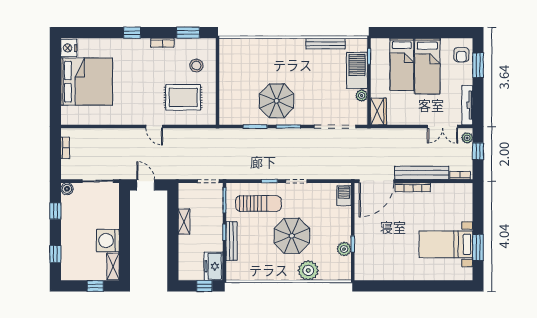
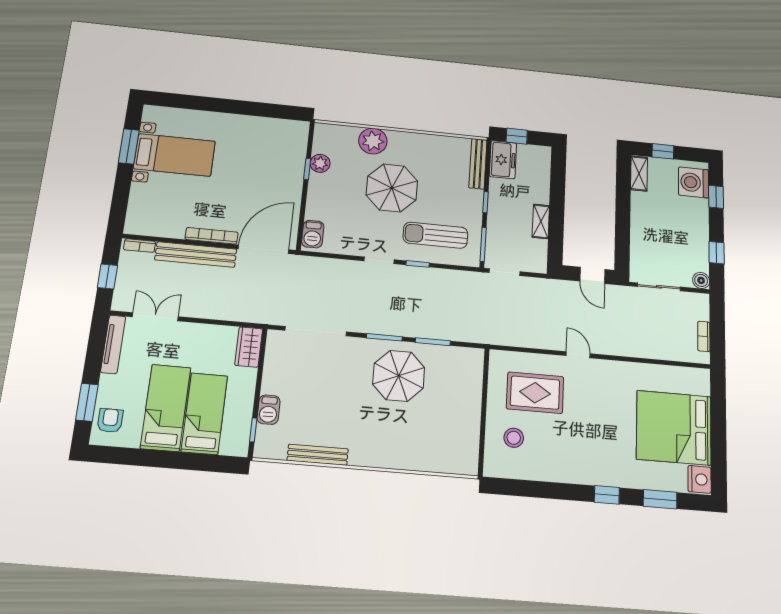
window: (188, 33) -> (660, 499), moved
bookcase: (162, 43) -> (563, 476), removed
barbecue: (357, 70) -> (269, 410), width x0.53, depth x0.65
plant: (362, 95) -> (271, 372), removed
plant: (467, 138) -> (121, 297), removed
washing machine: (108, 241) -> (694, 182), moved, turned 180
bench: (231, 241) -> (478, 164), moved

